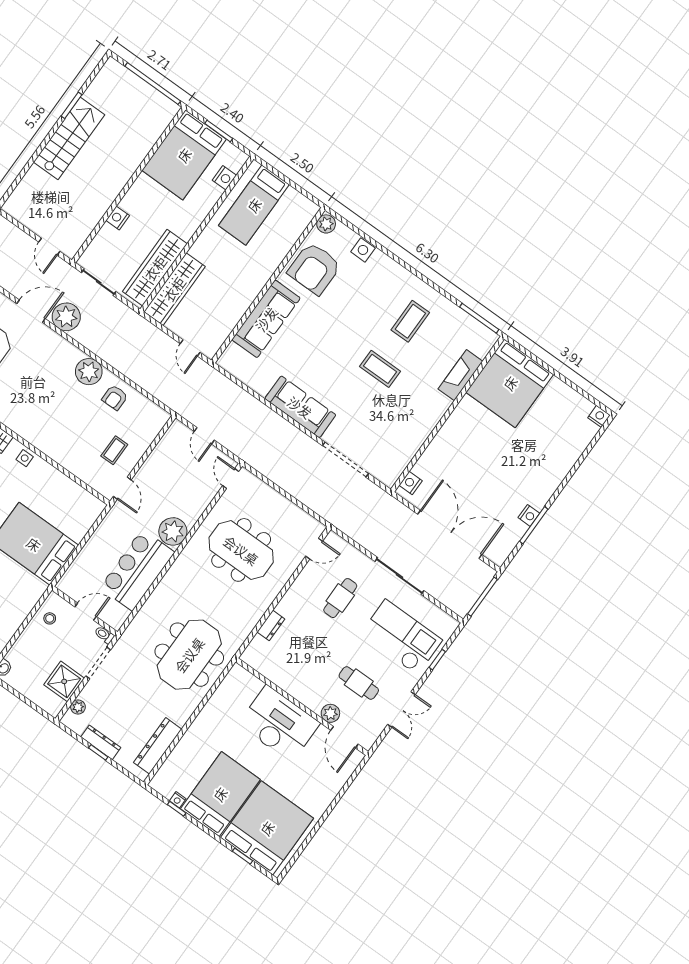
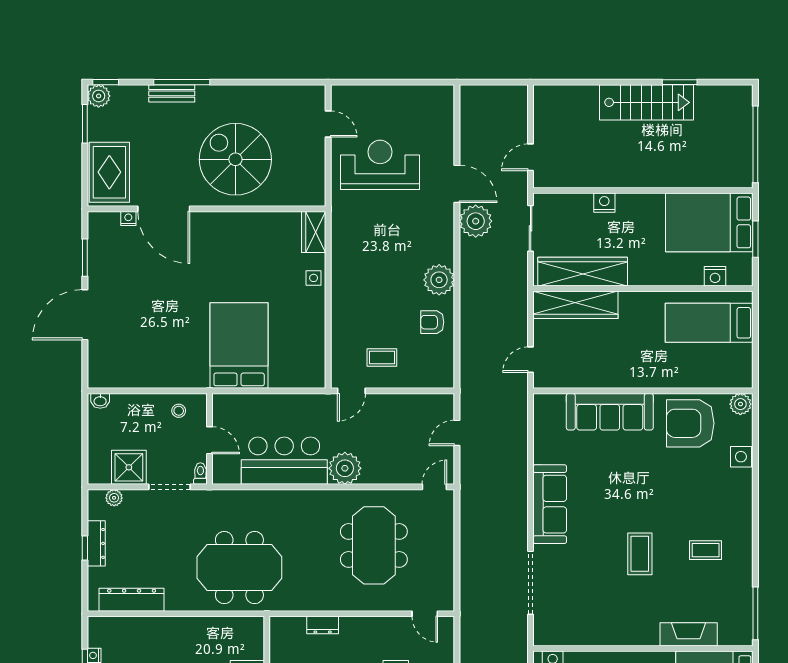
coffee table: (410, 321) -> (706, 550), width x0.73, depth x0.77

